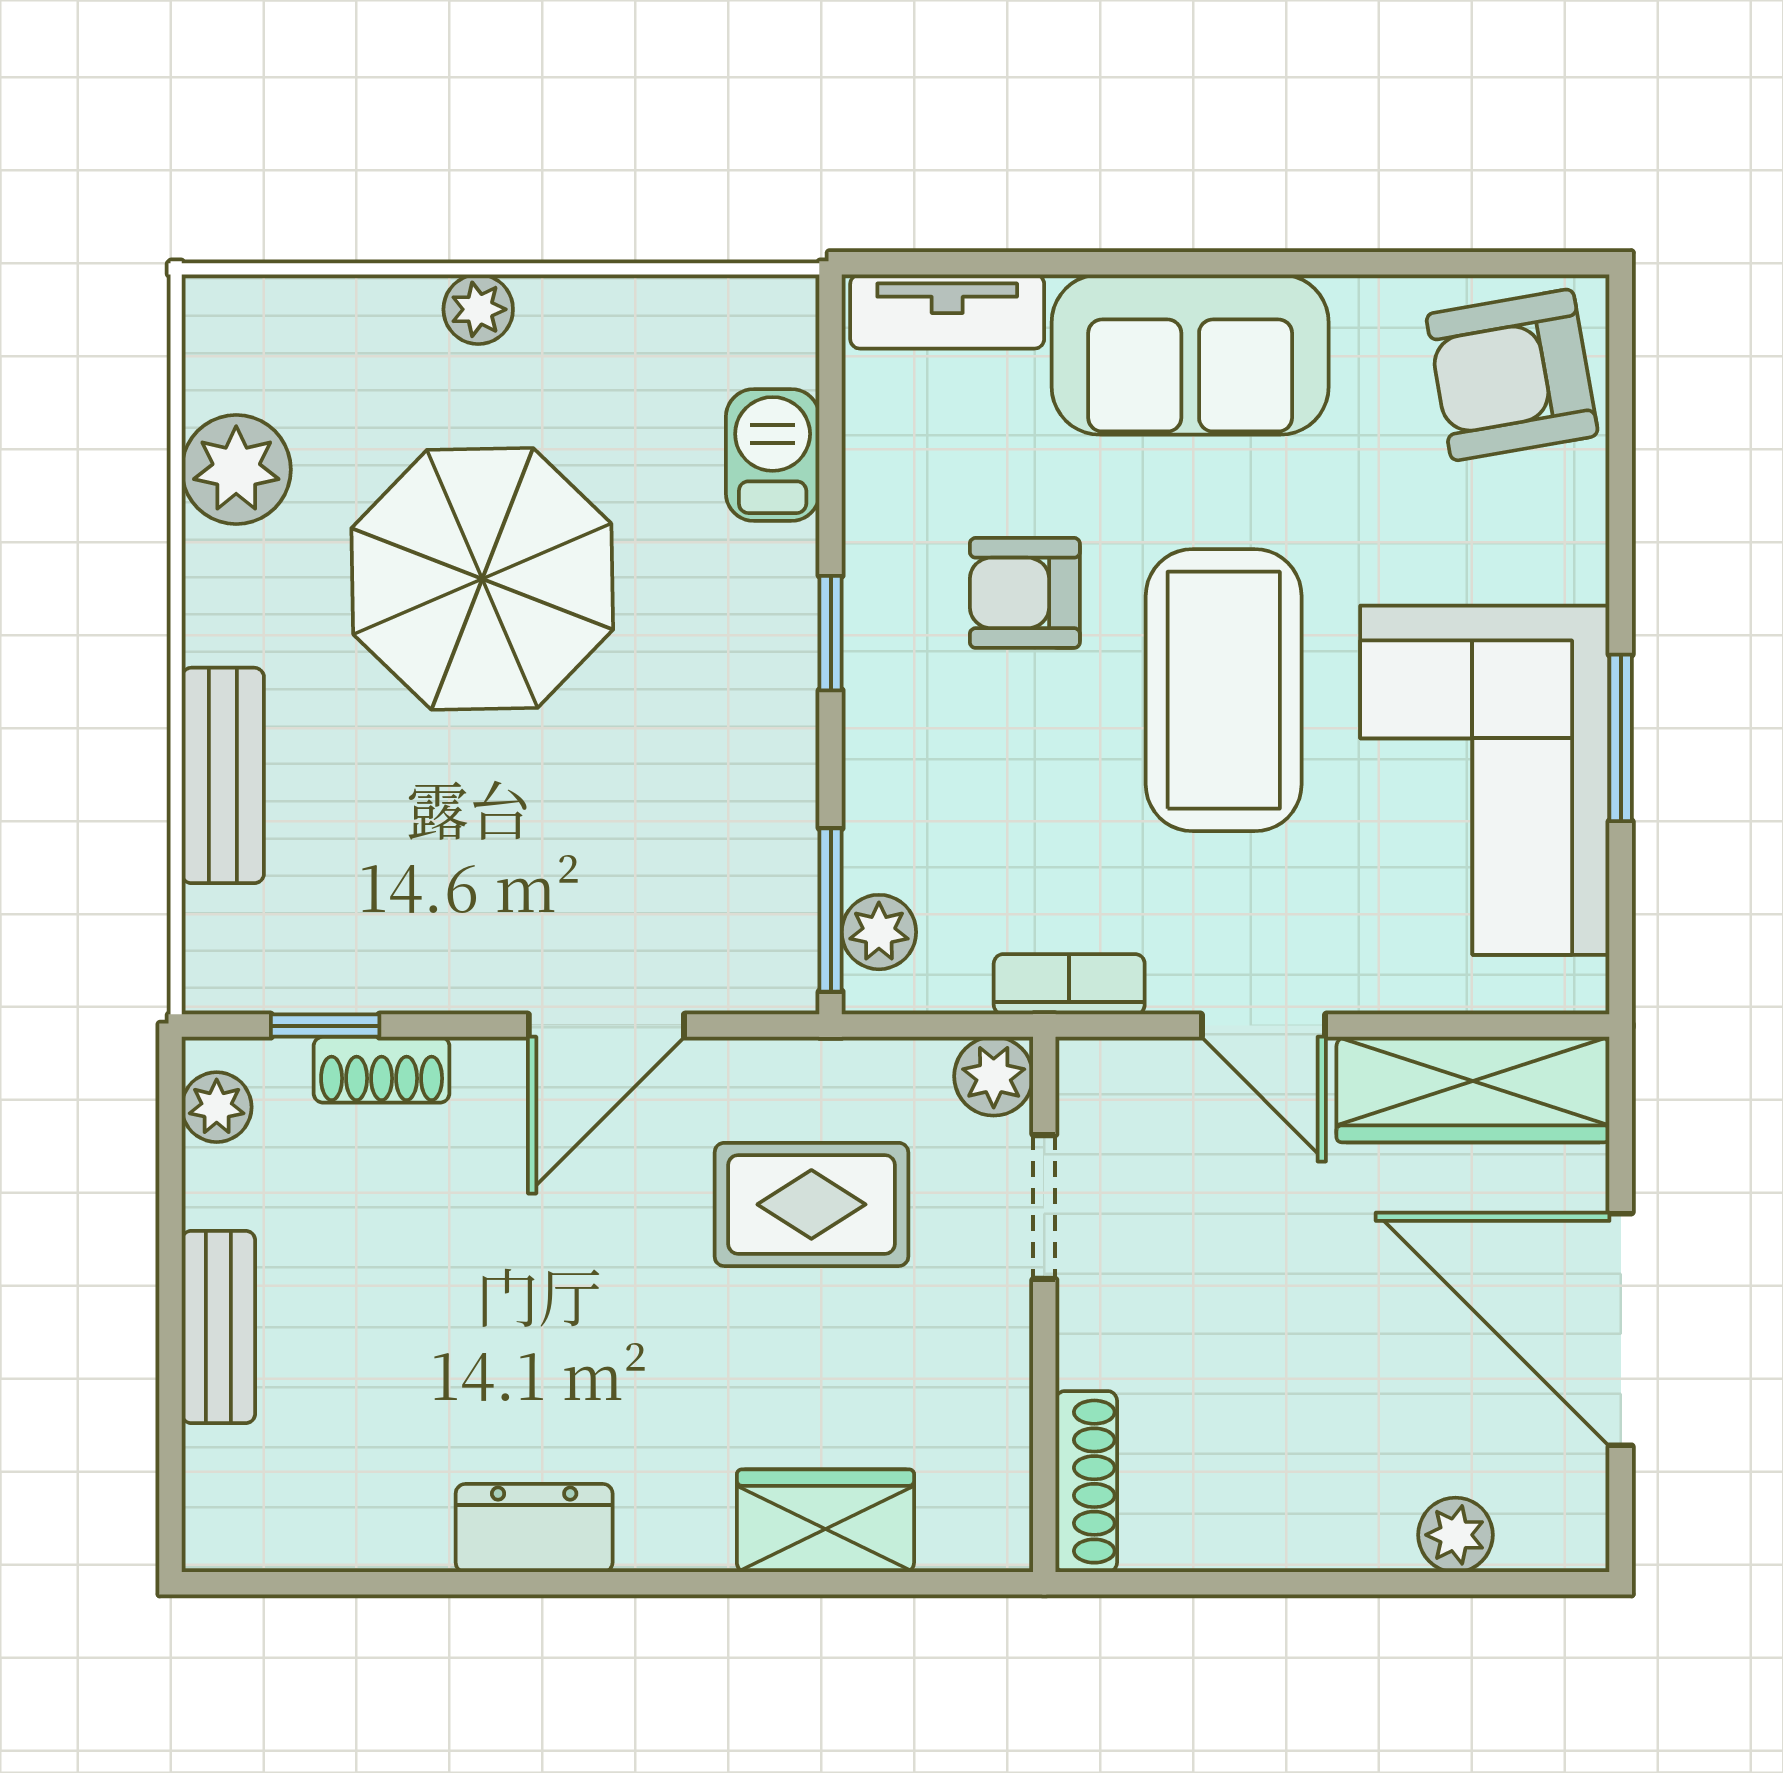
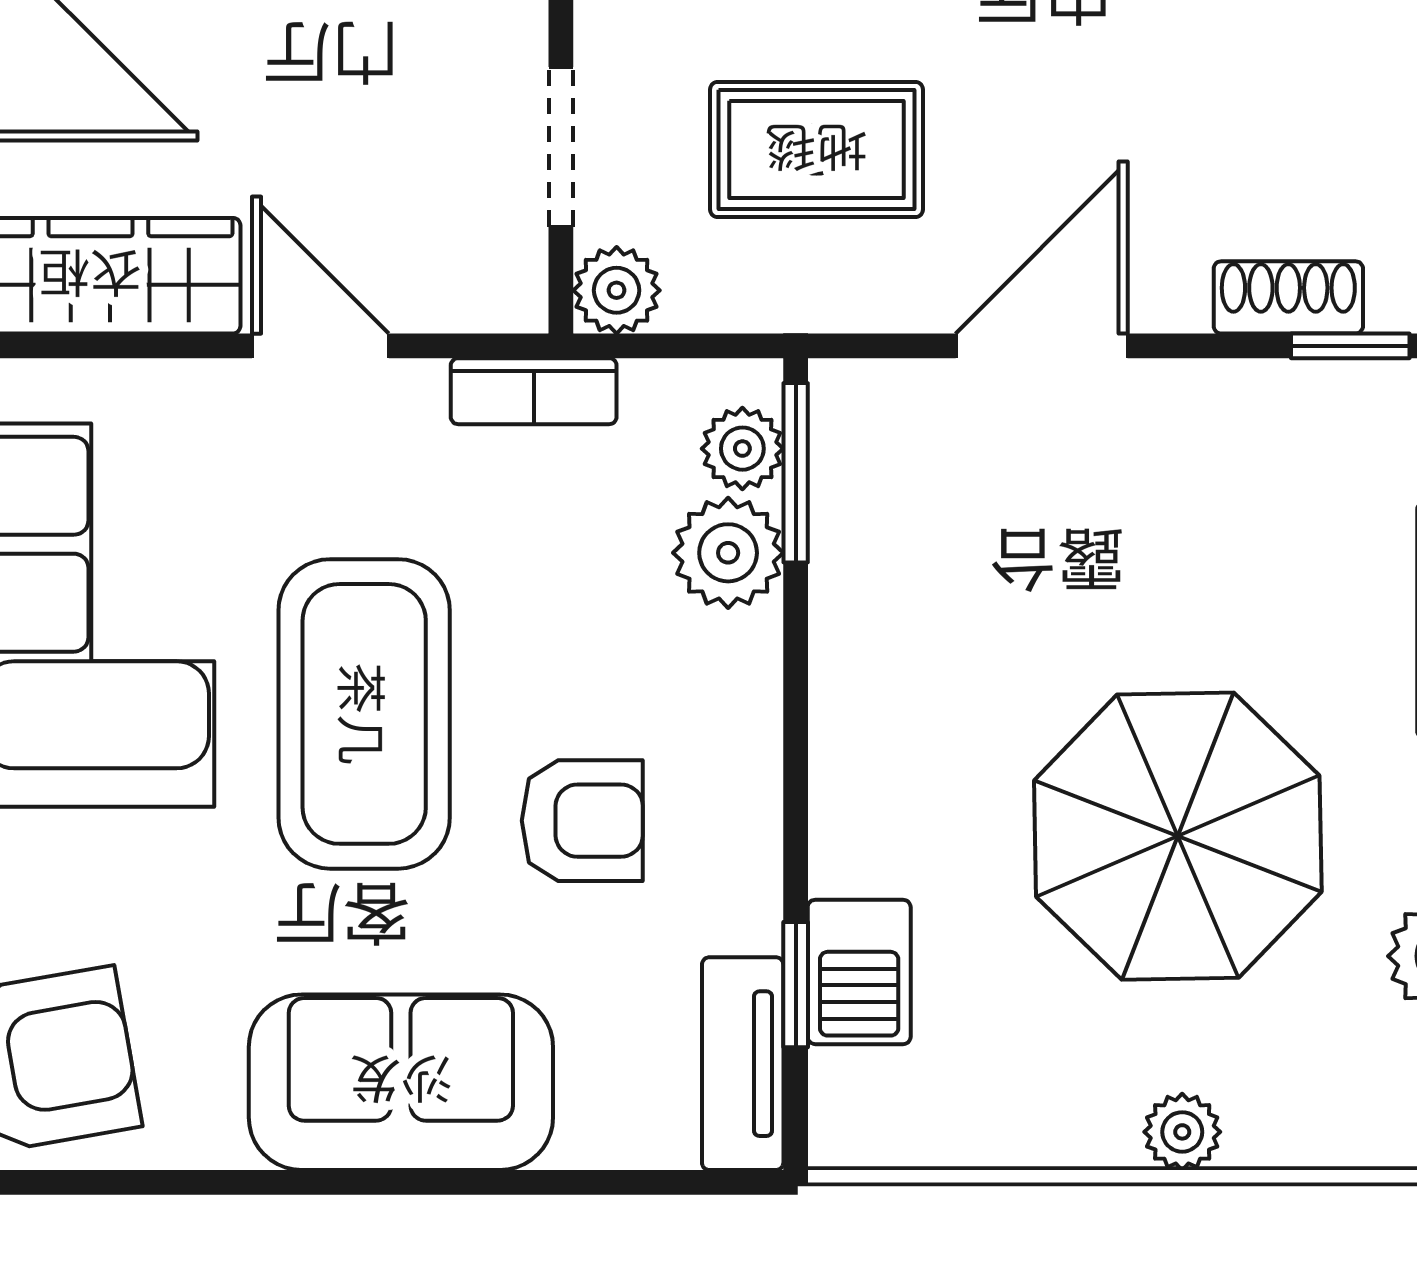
tv unit: (947, 312) -> (743, 1064), moved, turned -90
window: (831, 633) -> (796, 985), moved
plant: (892, 837) -> (728, 553), added

